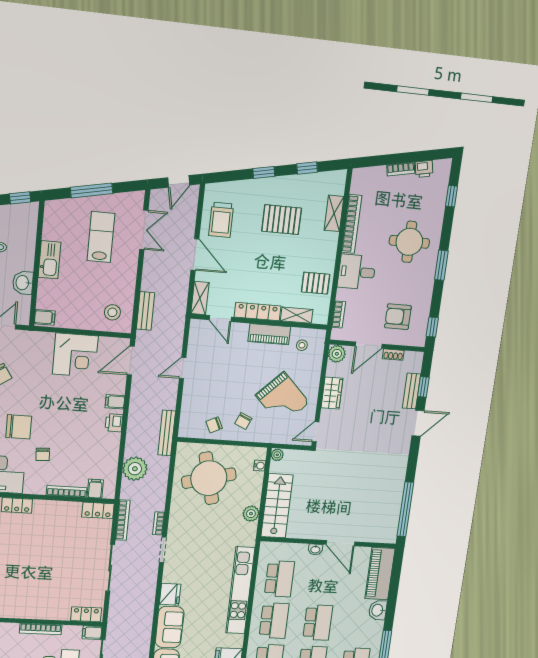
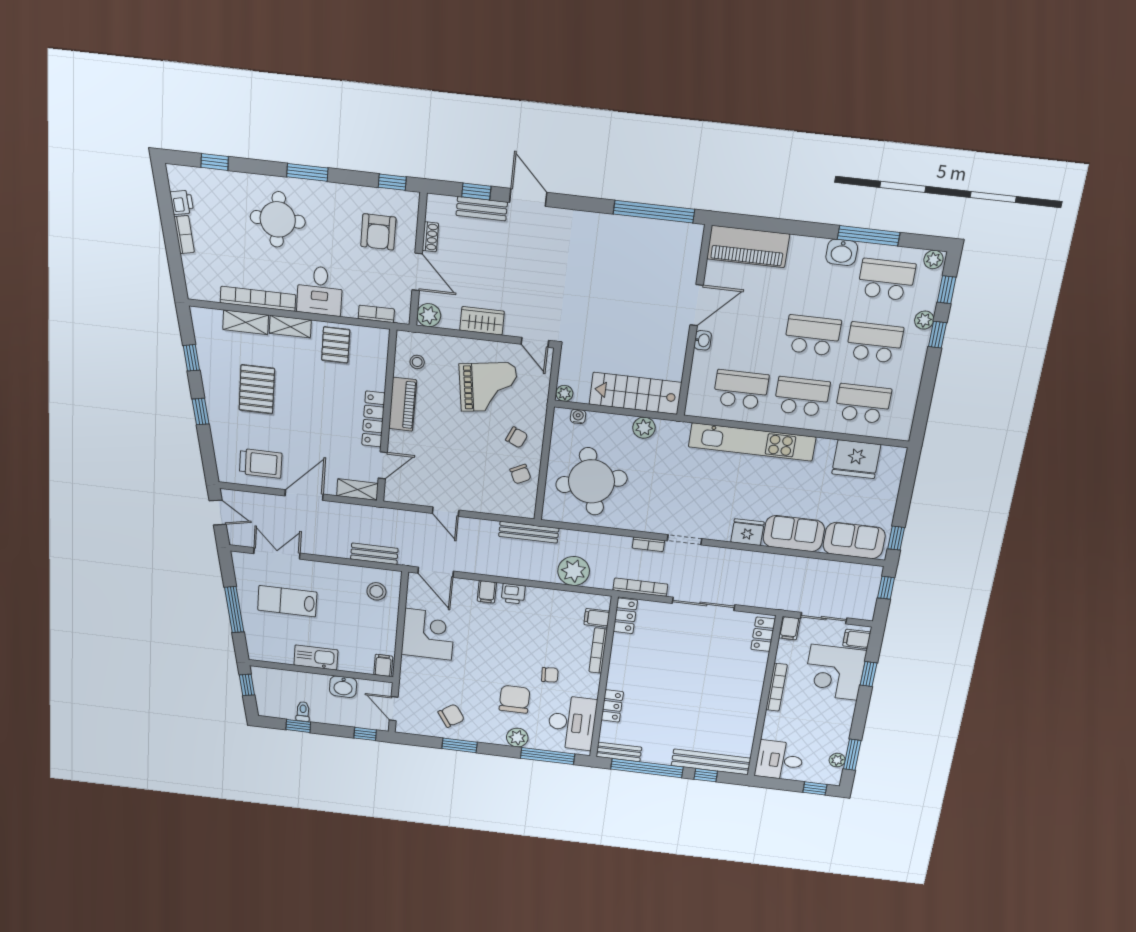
shelving: (297, 315) -> (290, 327), moved, turned 90
grand piano: (282, 399) -> (488, 387), turned 37
washbasin: (378, 610) -> (842, 252), moved

